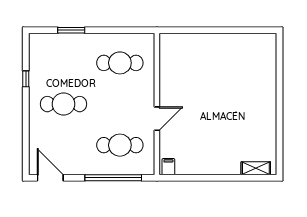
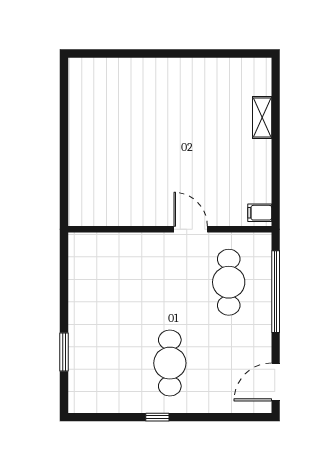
cafe table: (120, 63) -> (111, 282), removed
window: (26, 79) -> (157, 417), moved
shelving: (256, 168) -> (262, 117), moved

